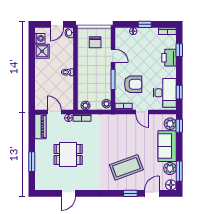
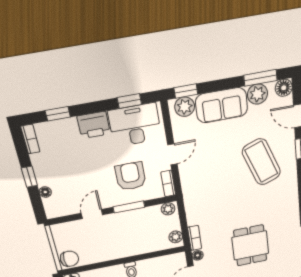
chair: (95, 42) -> (69, 259), moved
printer: (169, 58) -> (94, 125), moved

